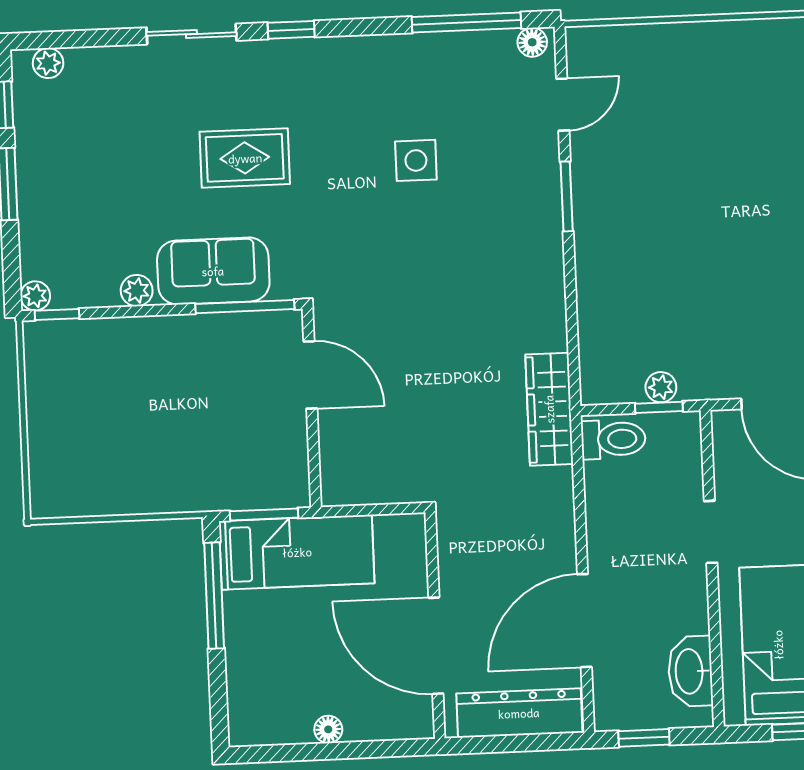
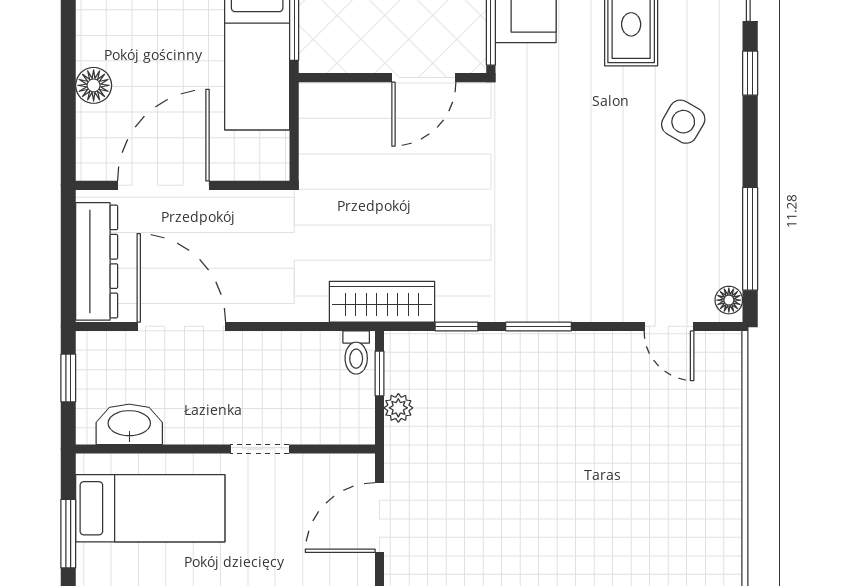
side table: (416, 160) -> (683, 122), moved, turned 30
window: (567, 196) -> (539, 326), moved
window: (572, 329) -> (457, 326), added
window: (659, 407) -> (379, 373), moved
toilet: (613, 439) -> (356, 353), width x0.73, depth x0.72
floor lamp: (328, 729) -> (94, 85), width x1.37, depth x1.37

